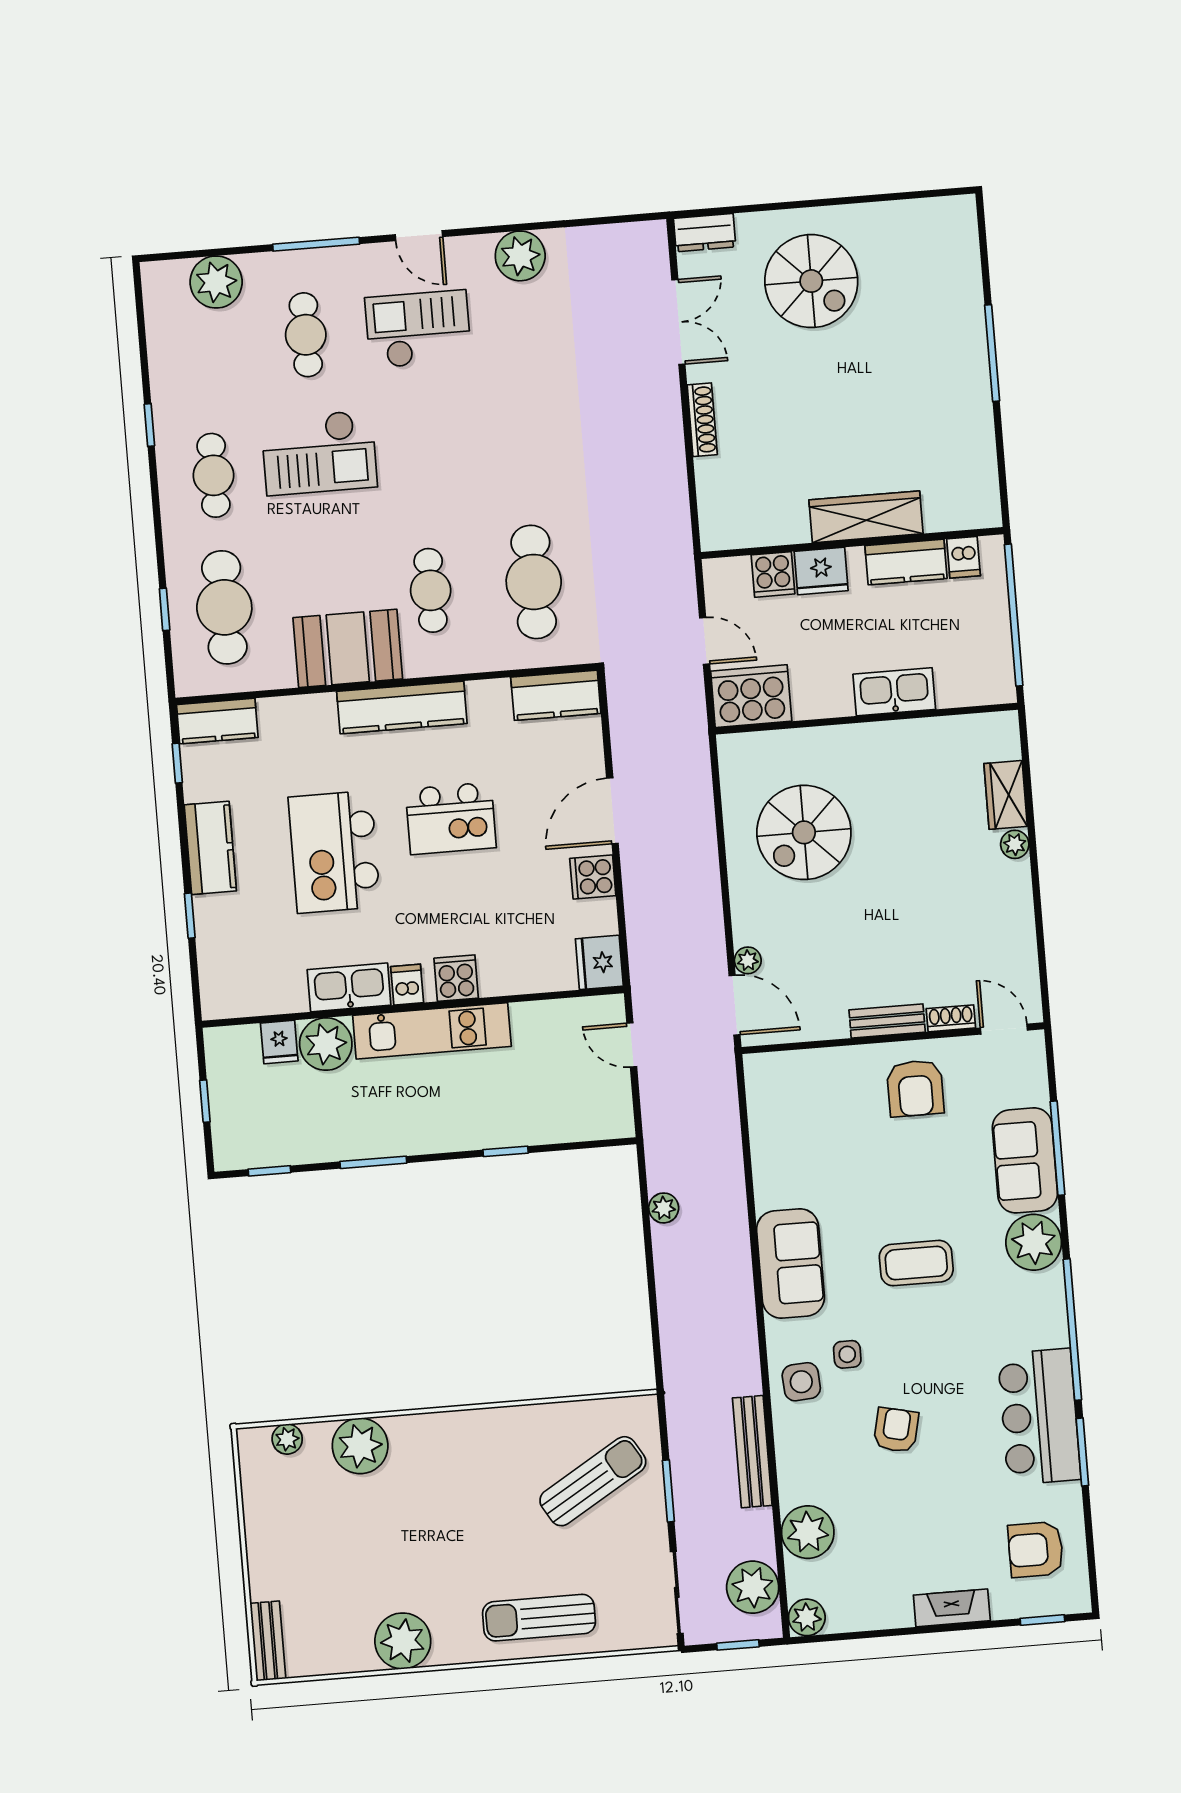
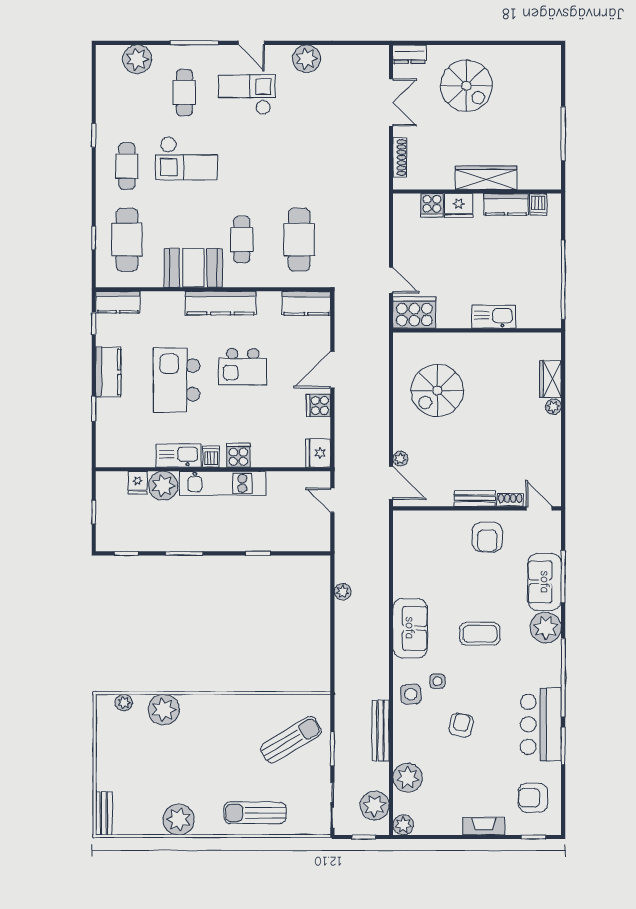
wardrobe: (866, 517) -> (486, 178), moved
wall: (852, 543) -> (477, 191), moved
dishwasher: (964, 557) -> (538, 204), moved
kitchen counter: (906, 562) -> (506, 204), moved
fridge: (821, 571) -> (459, 206), moved
cooker: (773, 574) -> (432, 205), moved

